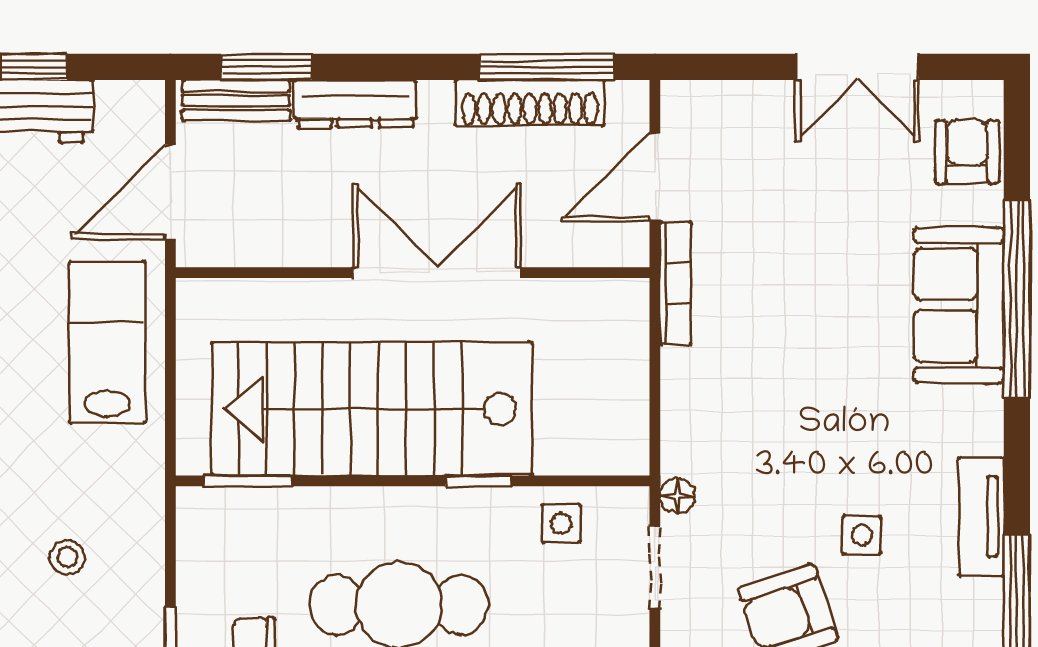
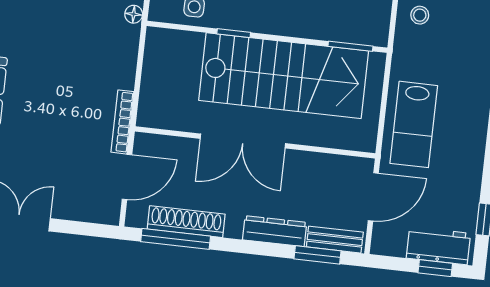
stool: (68, 557) -> (420, 15), moved

